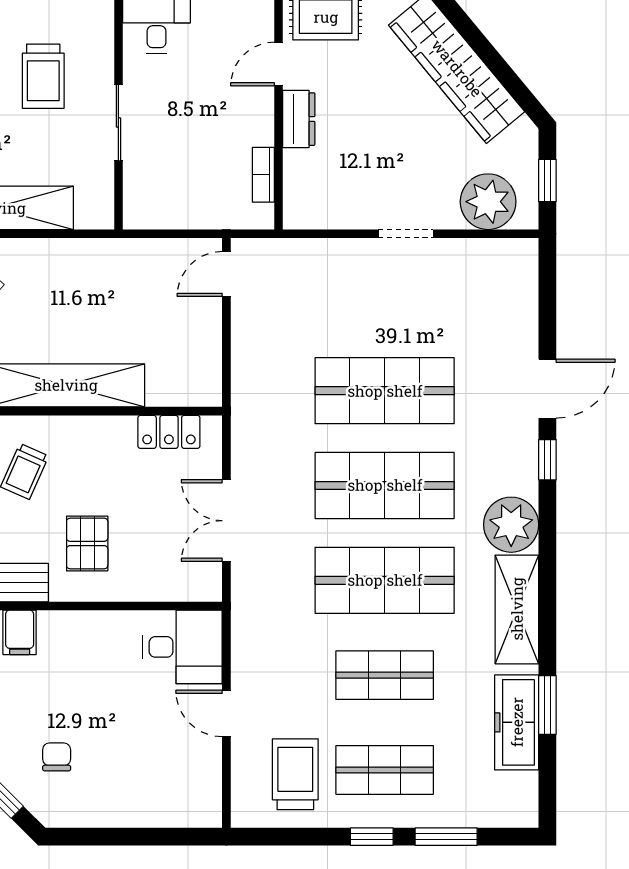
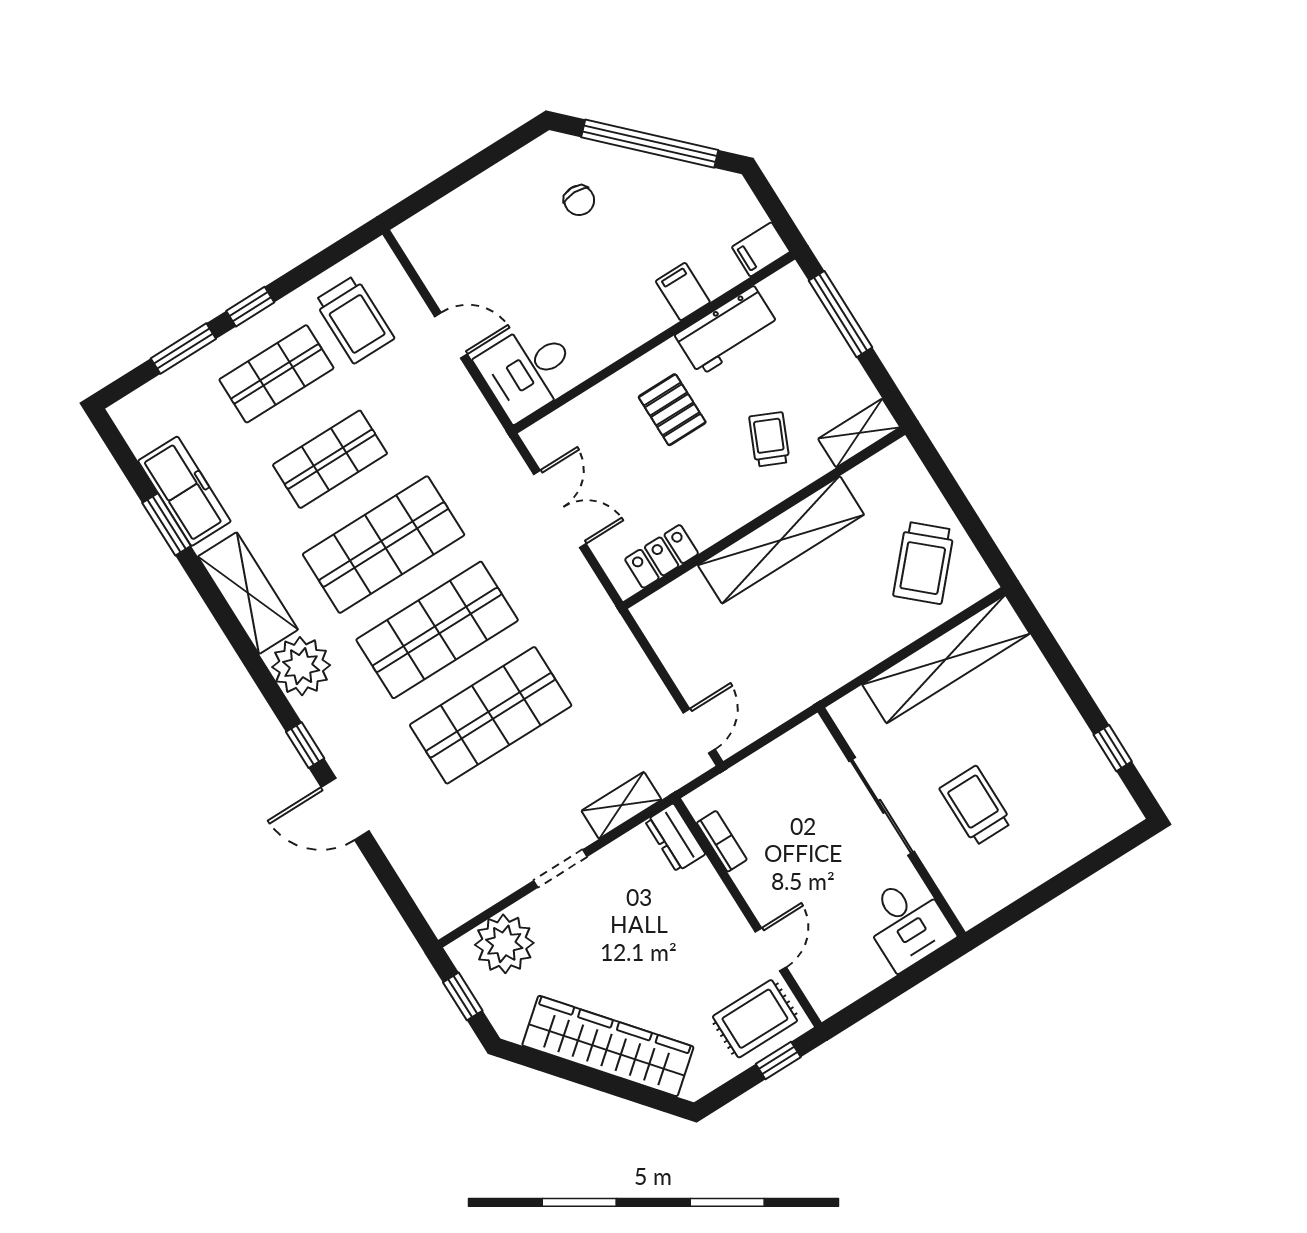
dresser: (299, 119) -> (675, 838), moved
sliding door: (118, 123) -> (882, 806), width x1.37
shelving: (325, 254) -> (621, 805), added
door: (547, 389) -> (345, 809), hinge flipped

